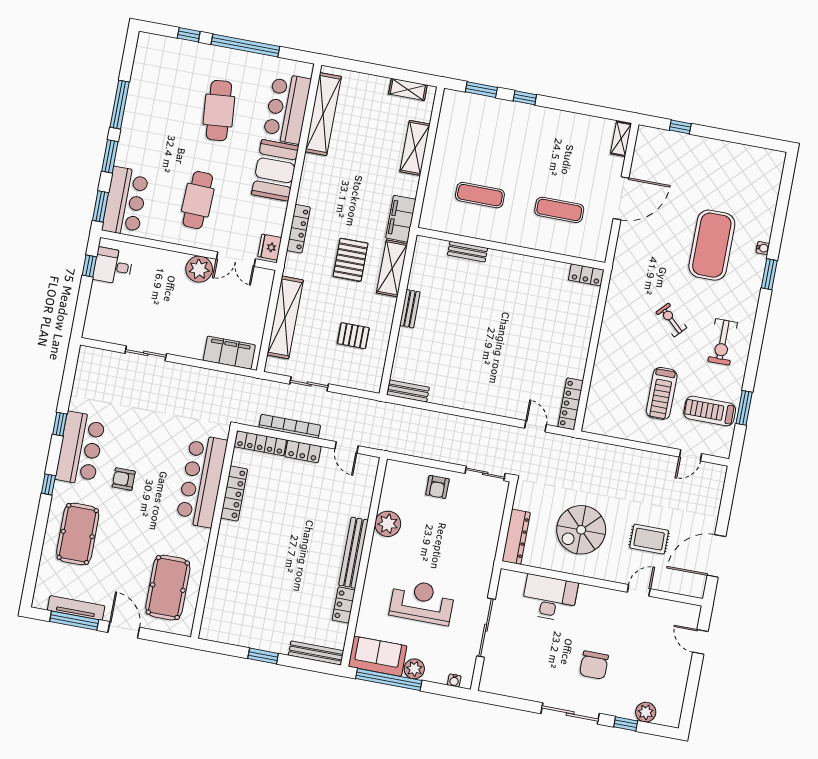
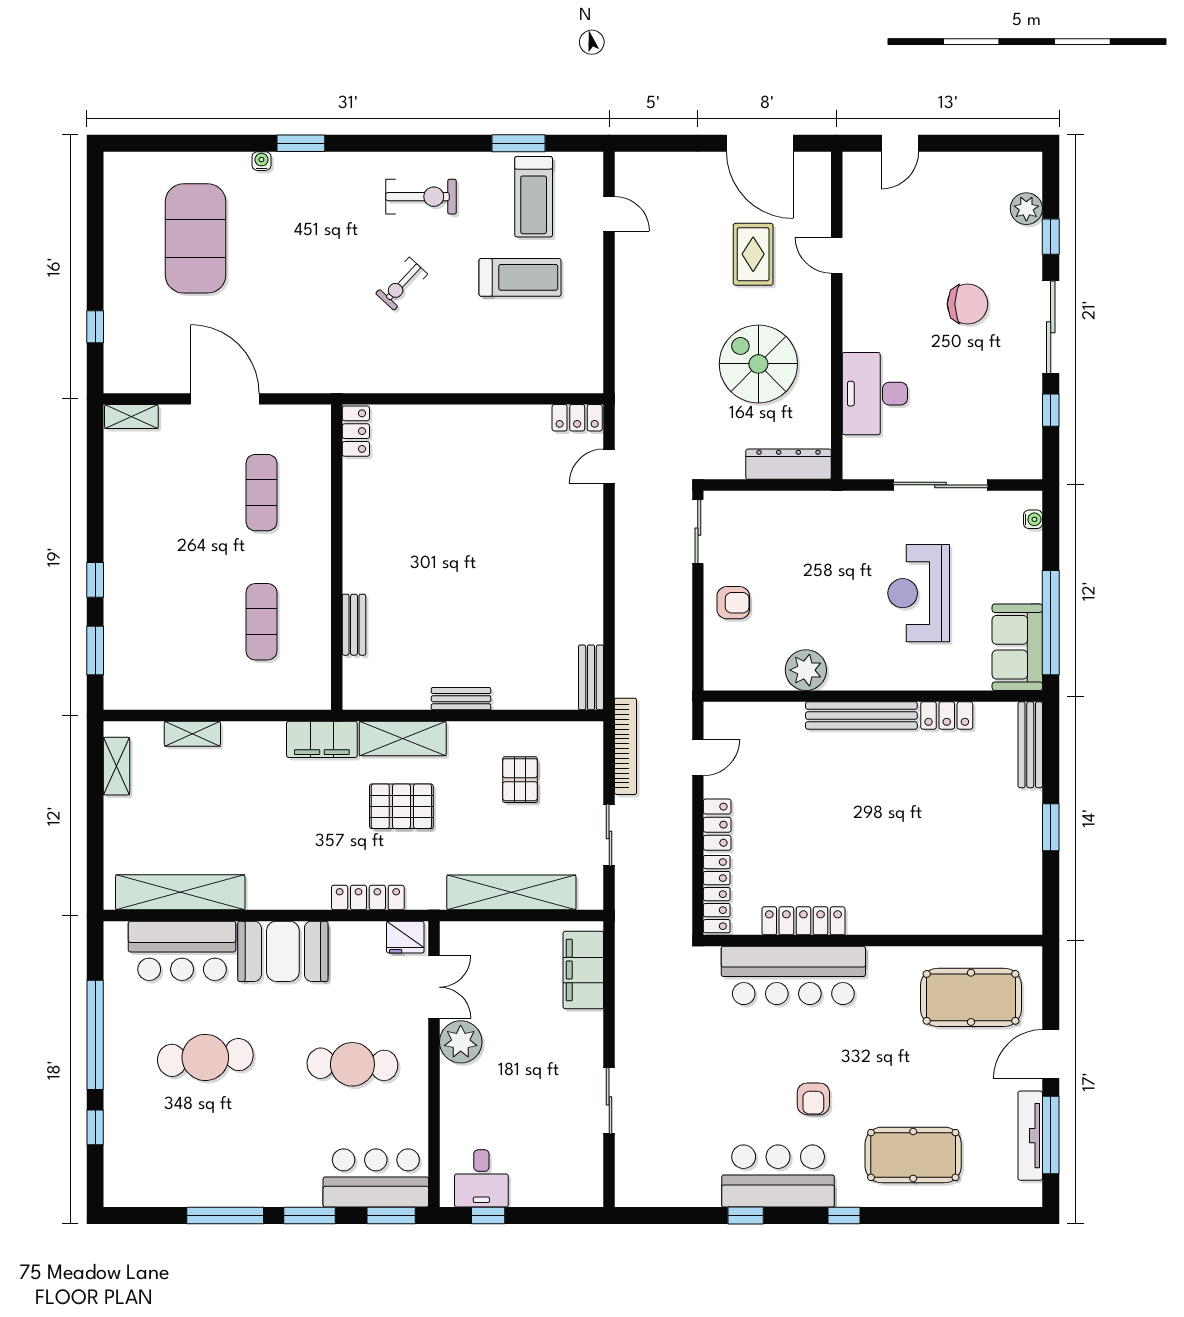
shelving: (415, 148) -> (192, 734), width x0.67, depth x0.75
exercise mat: (712, 245) -> (196, 238), moved, turned 90
locker: (571, 404) -> (577, 418), width x0.66
bookcase: (290, 426) -> (626, 746), moved, turned 180
spiral stairs: (581, 530) -> (758, 364), turned 180
plant: (414, 669) -> (1026, 586), removed
window: (519, 704) -> (1051, 410), added

